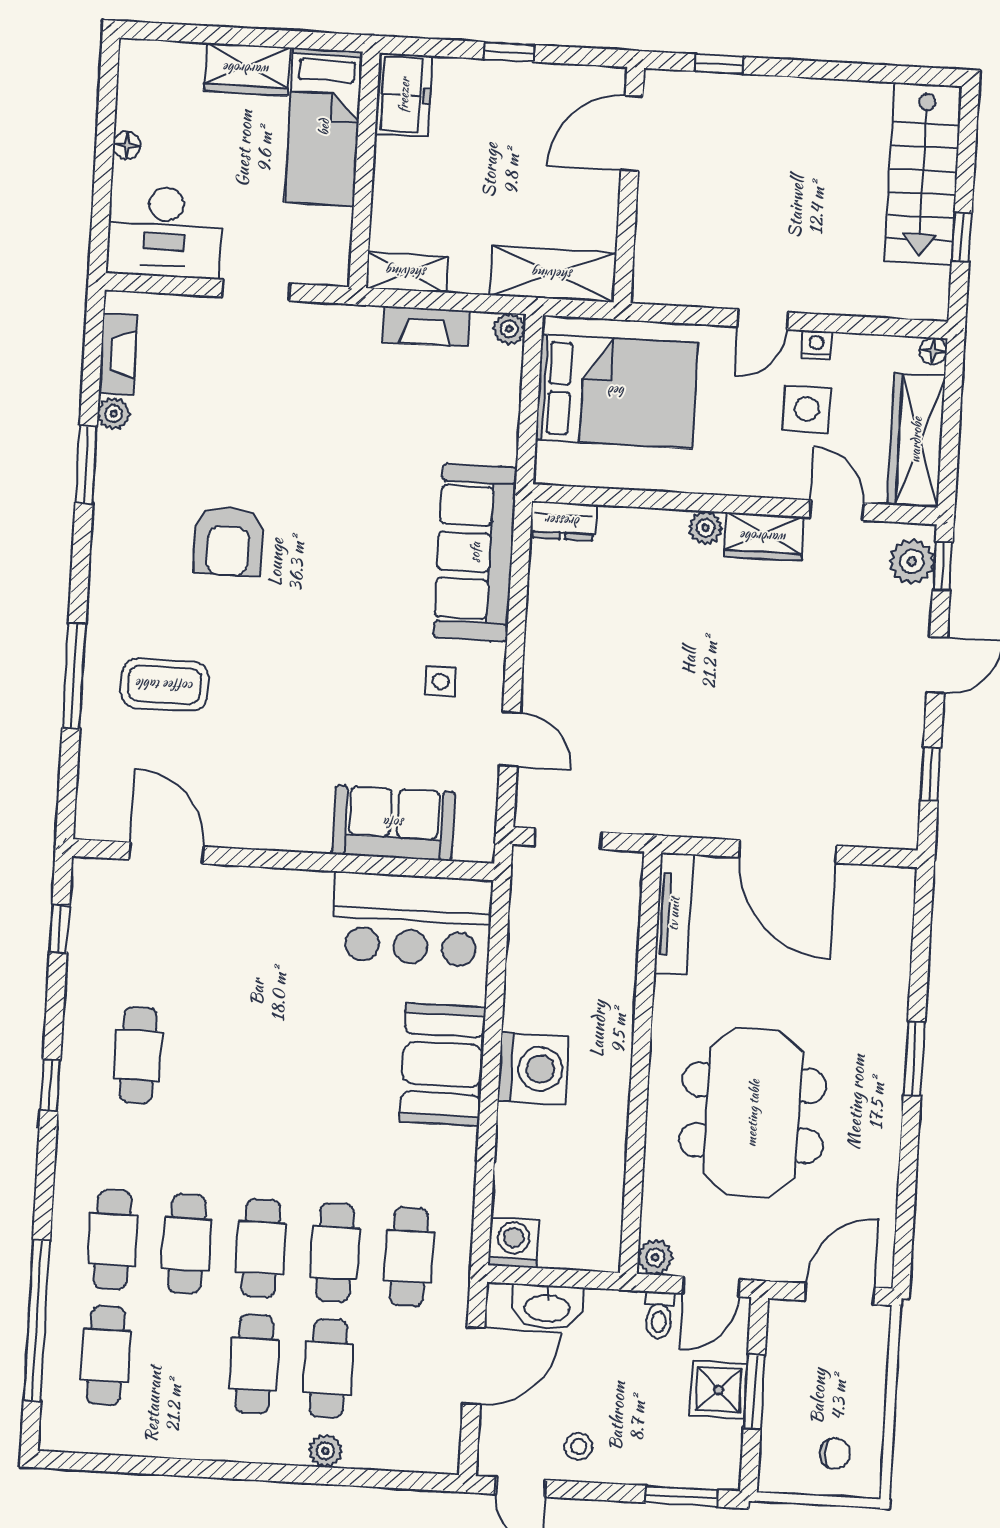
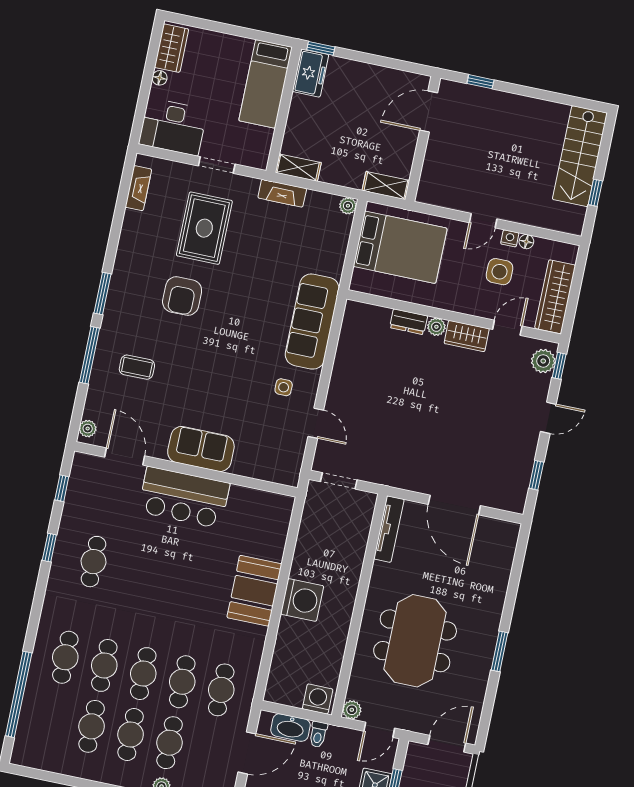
window: (509, 52) -> (321, 48), moved
wardrobe: (247, 69) -> (172, 48), moved, turned -90
shelving: (553, 274) -> (386, 186), width x0.67, depth x0.75
fireplace: (426, 326) -> (282, 193), moved
floor lamp: (933, 351) -> (526, 242), moved
rug: (251, 410) -> (204, 228), added
plant: (114, 414) -> (88, 429), moved
window: (86, 465) -> (102, 293), moved
door: (837, 510) -> (507, 328), hinge flipped
dresser: (563, 521) -> (409, 322), moved
coffee table: (165, 685) -> (137, 367), width x0.73, depth x0.77
sofa: (394, 823) -> (201, 449), moved
bar counter: (412, 919) -> (184, 497), moved
window: (914, 1059) -> (499, 651), moved
window: (50, 1085) -> (49, 548), moved
washing machine: (513, 1242) -> (318, 699), moved
toilet: (659, 1315) -> (318, 734), moved
cafe table: (106, 1355) -> (92, 726), moved

